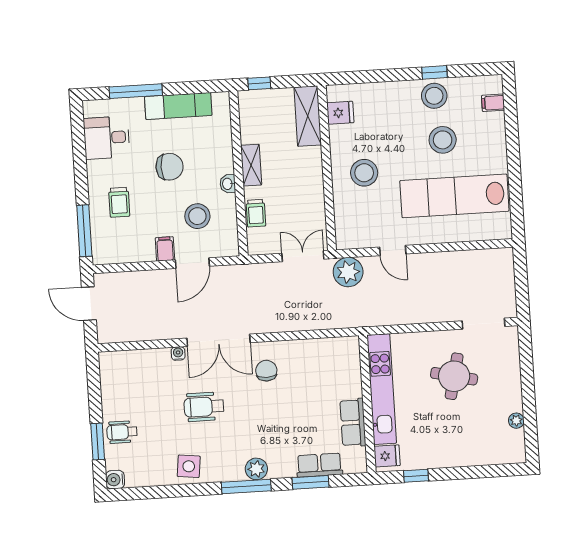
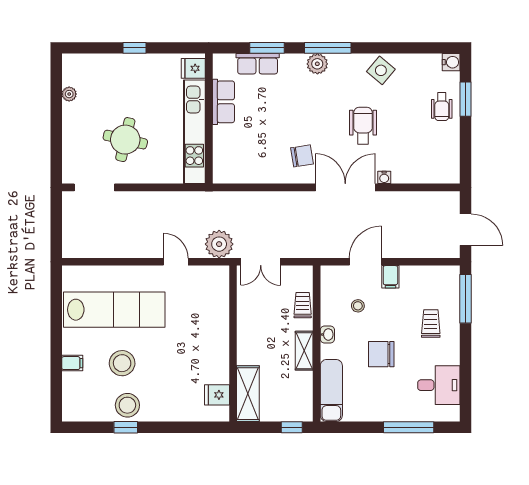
filing cabinet: (493, 103) -> (72, 363), moved
exam couch: (178, 106) -> (331, 390), moved, turned 90
stool: (364, 173) -> (198, 337), removed
stool: (197, 216) -> (358, 306), width x0.53, depth x0.53
chair: (266, 371) -> (302, 156), turned -99
wheelchair: (204, 407) -> (363, 126), turned -90
wheelchair: (122, 432) -> (442, 107), turned 90
side table: (189, 466) -> (381, 70), turned 33
window: (416, 476) -> (134, 48), moved

